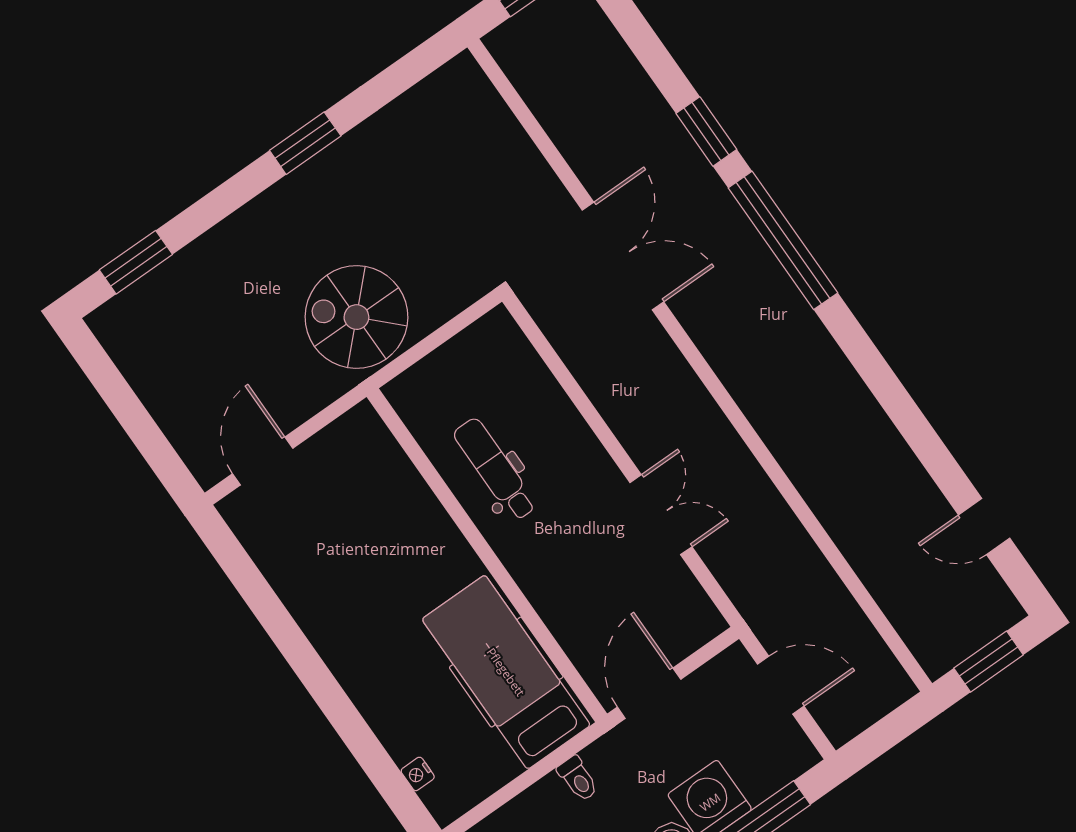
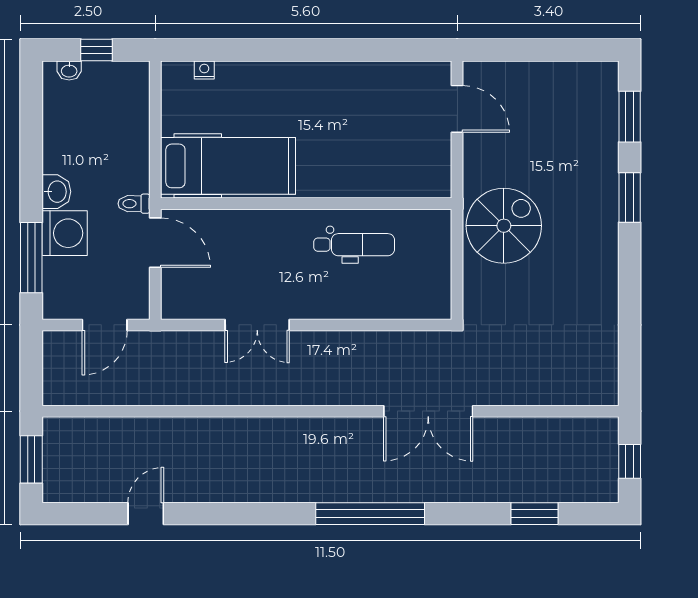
window: (706, 131) -> (535, 514), moved
window: (305, 143) -> (630, 198), moved
door: (984, 527) -> (146, 514), moved
toilet: (578, 779) -> (134, 204), moved

